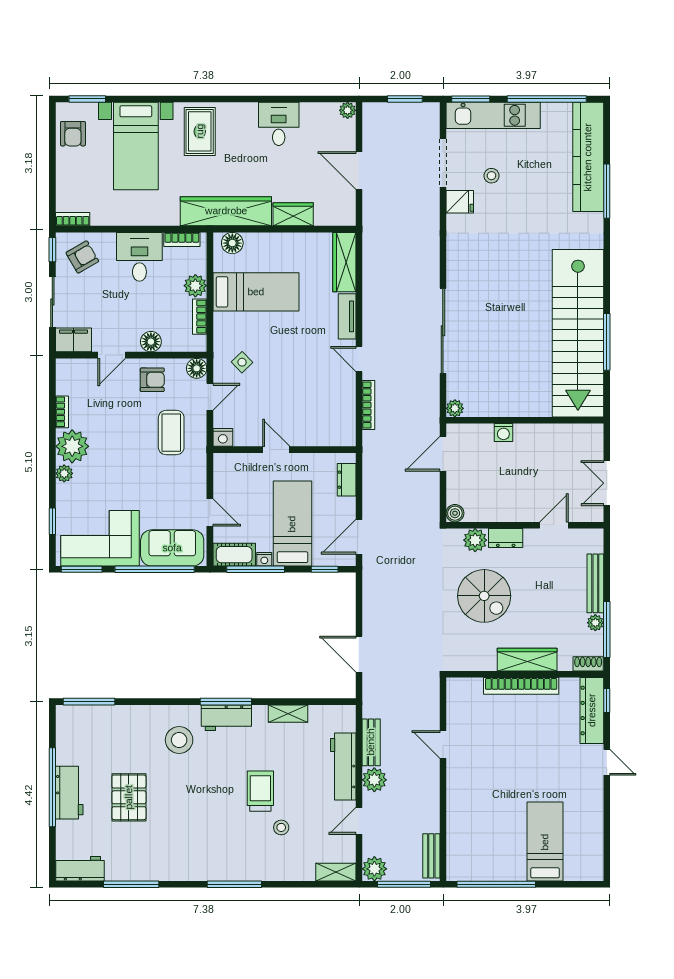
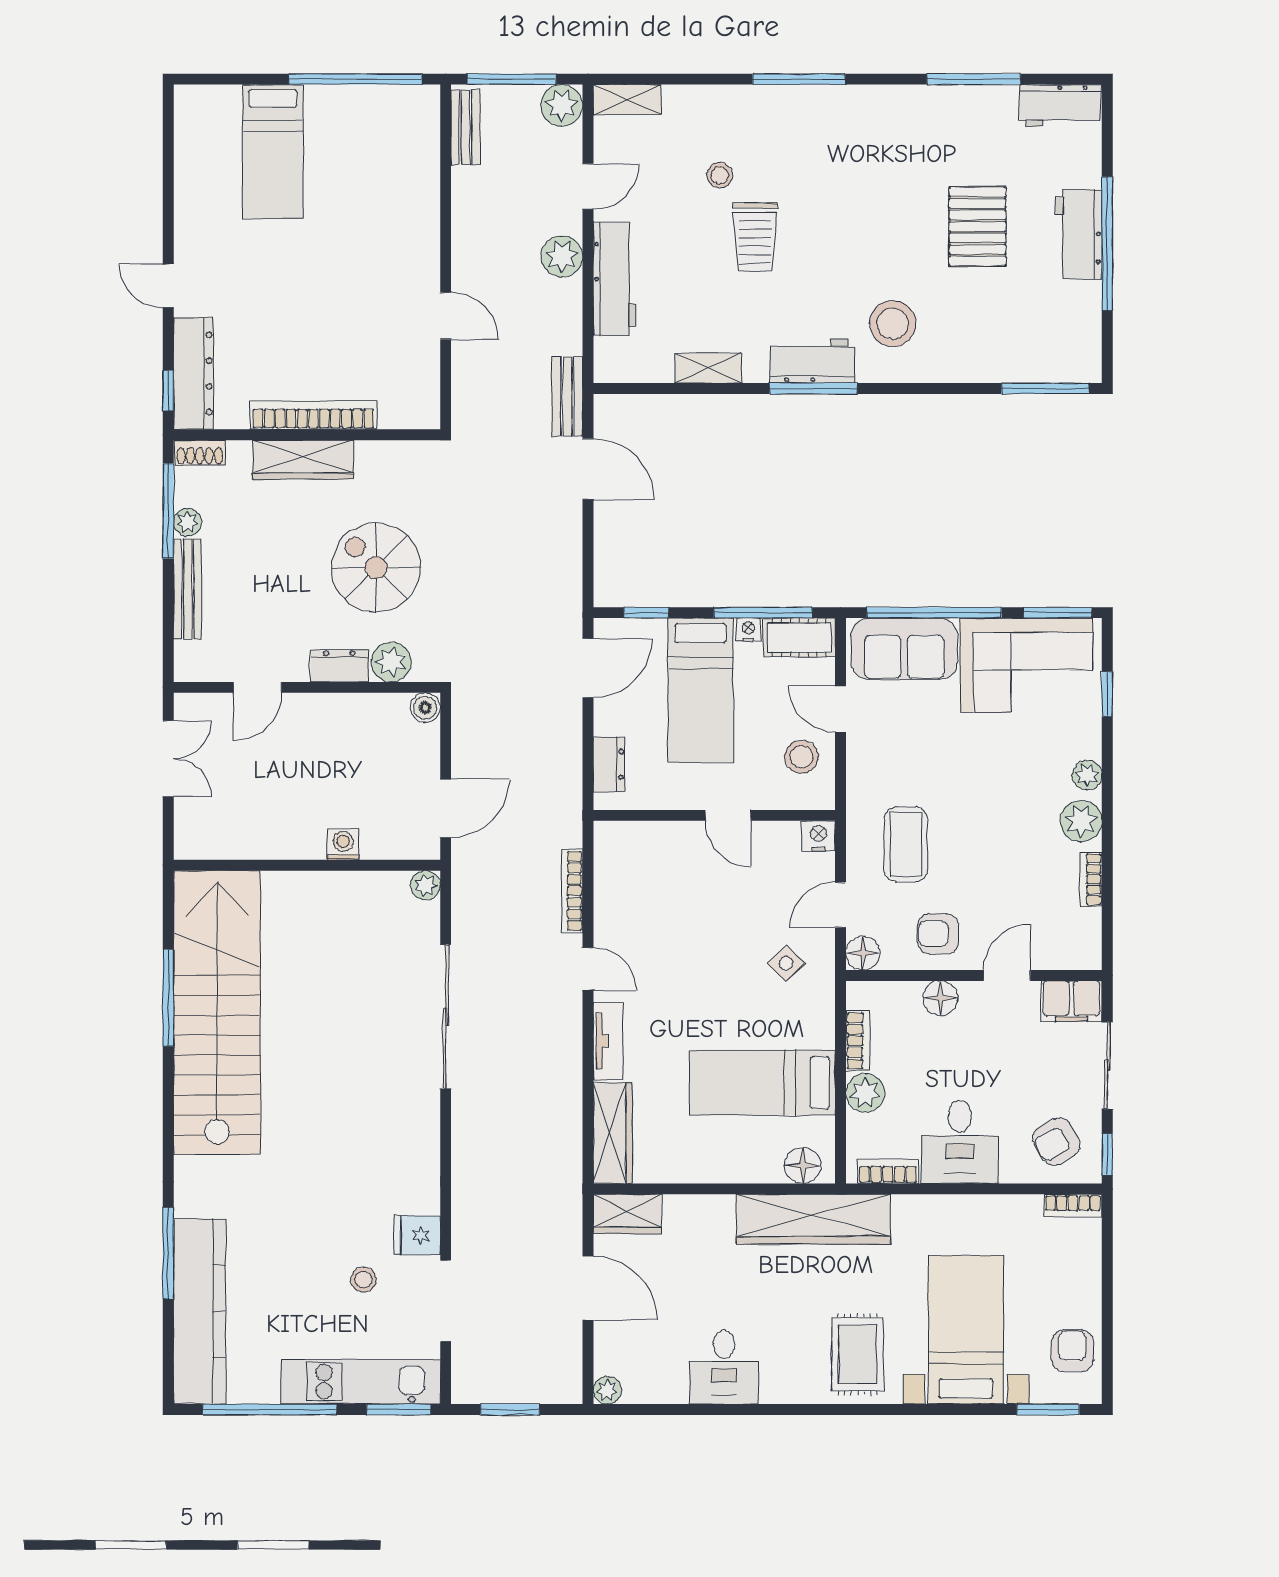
wardrobe: (293, 214) -> (627, 1214), moved
plant: (72, 446) -> (1081, 821), width x0.73, depth x0.73
stool: (233, 484) -> (801, 757), added
bench: (371, 742) -> (567, 396), moved

